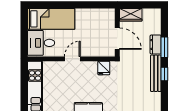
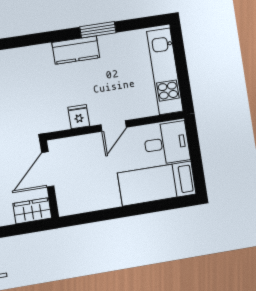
door: (117, 39) -> (48, 169), hinge flipped
fridge: (104, 68) -> (79, 117), moved

